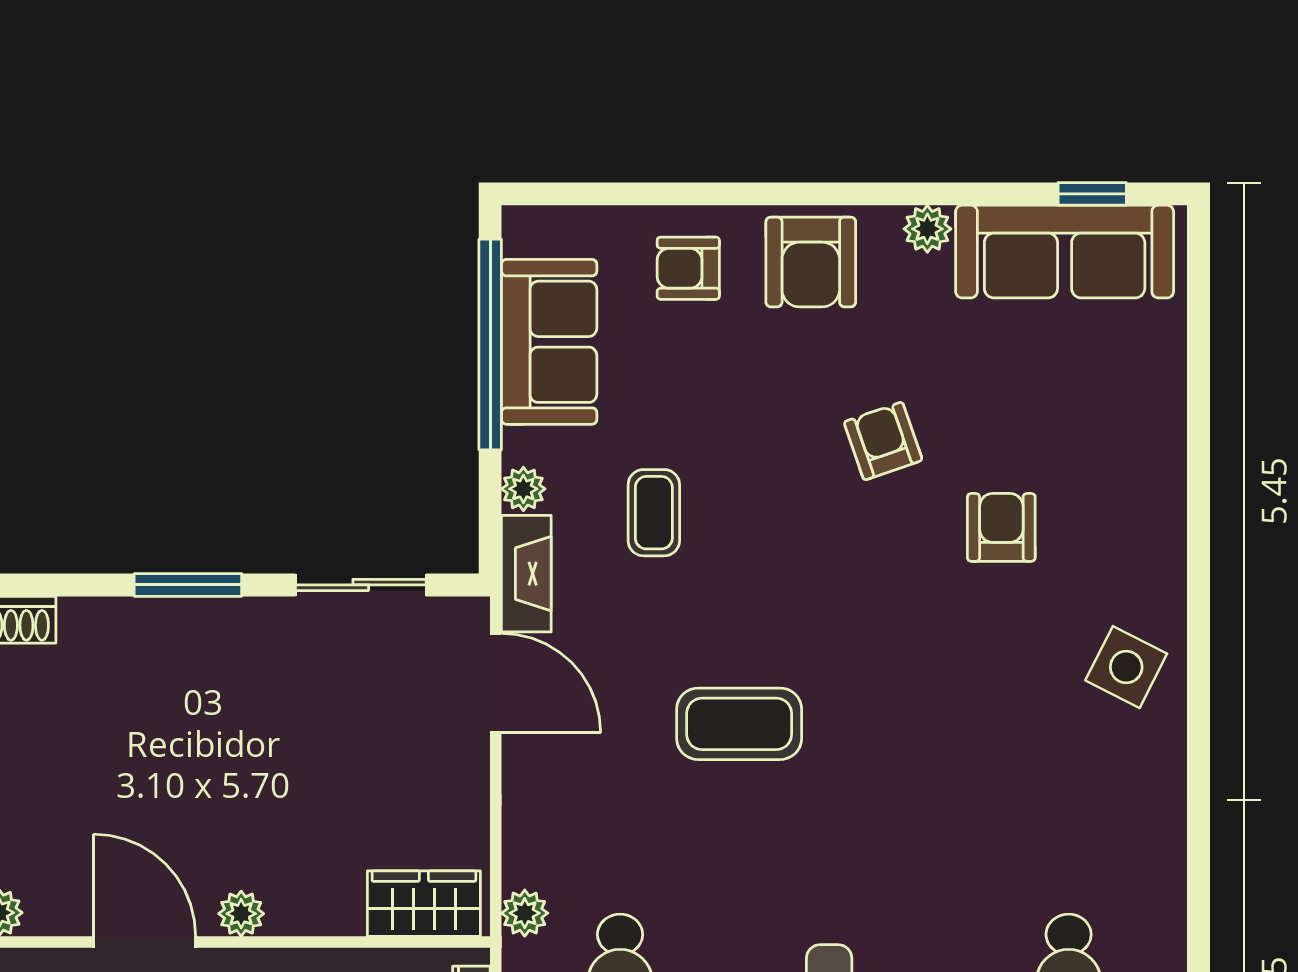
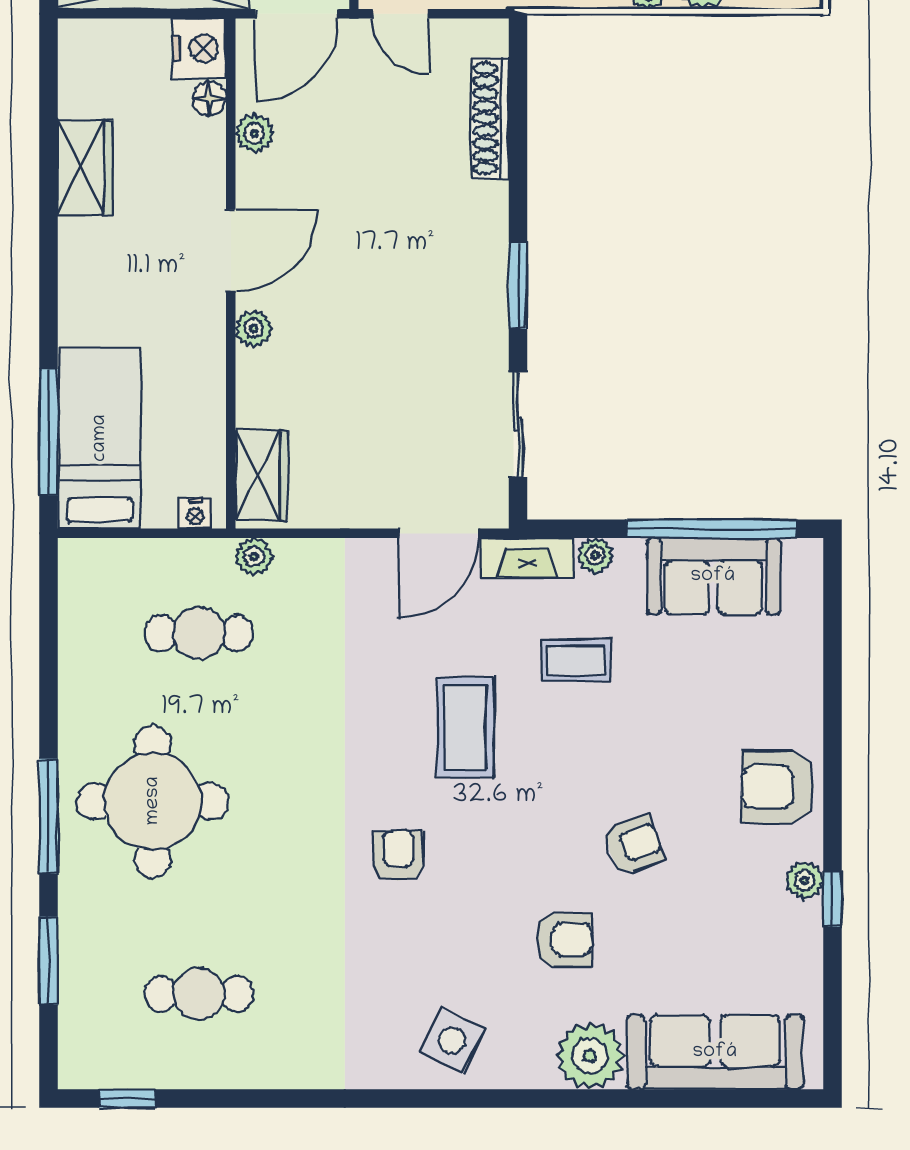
window: (1092, 194) -> (832, 899), moved
sofa: (1065, 252) -> (715, 1052), moved, turned 90
armchair: (688, 268) -> (398, 856), moved
plant: (1145, 495) -> (590, 1056), added
coffee table: (739, 724) -> (465, 727), moved

